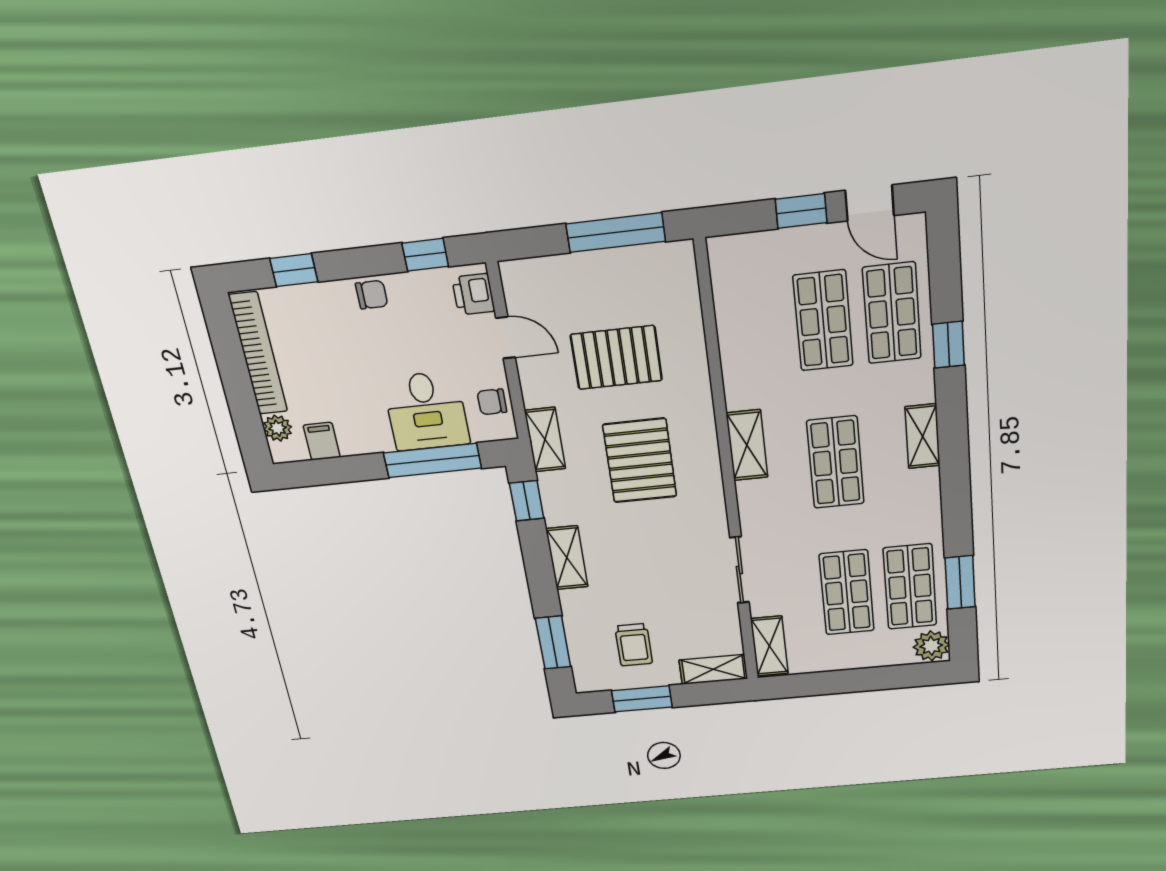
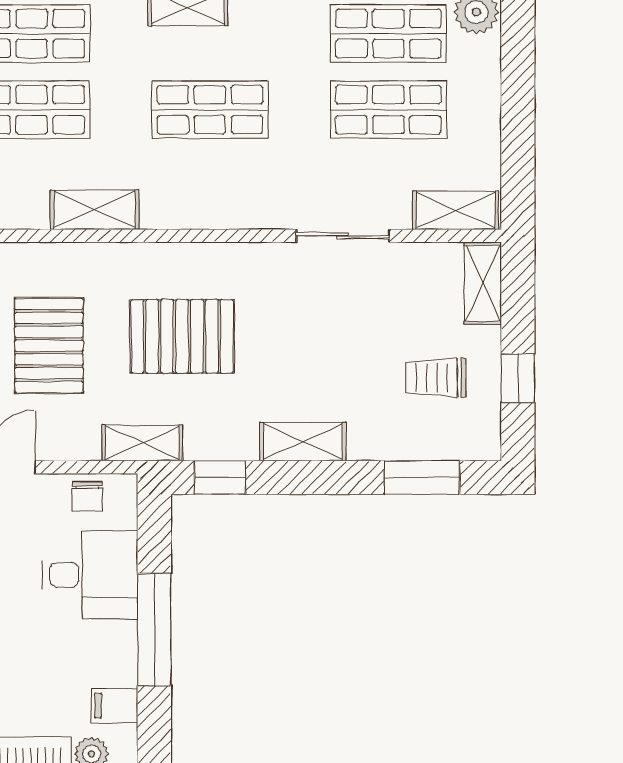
shelving: (747, 445) -> (95, 210), moved
window: (432, 460) -> (154, 630), moved
trolley: (634, 645) -> (436, 378), turned 180
window: (642, 699) -> (518, 378), width x0.67

